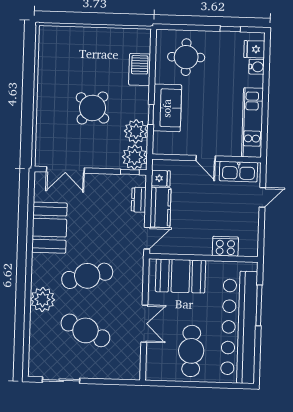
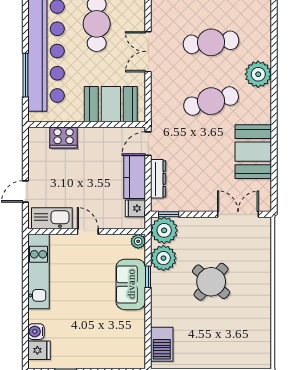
round table: (186, 57) -> (112, 340), removed
barbecue: (140, 70) -> (162, 344), moved
plant: (159, 148) -> (138, 241), added
dresser: (139, 200) -> (158, 179), width x1.44
cafe table: (85, 330) -> (211, 42), turned -30

